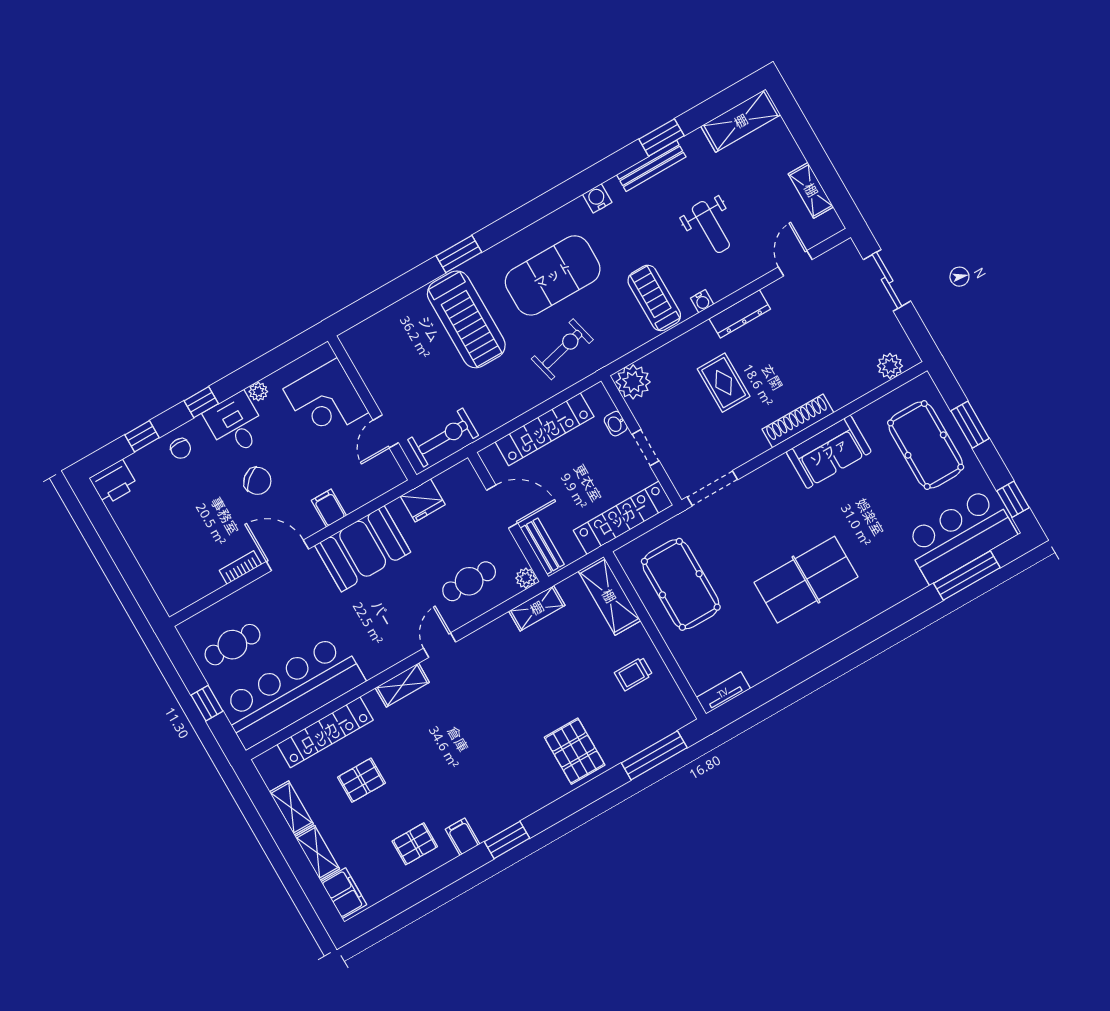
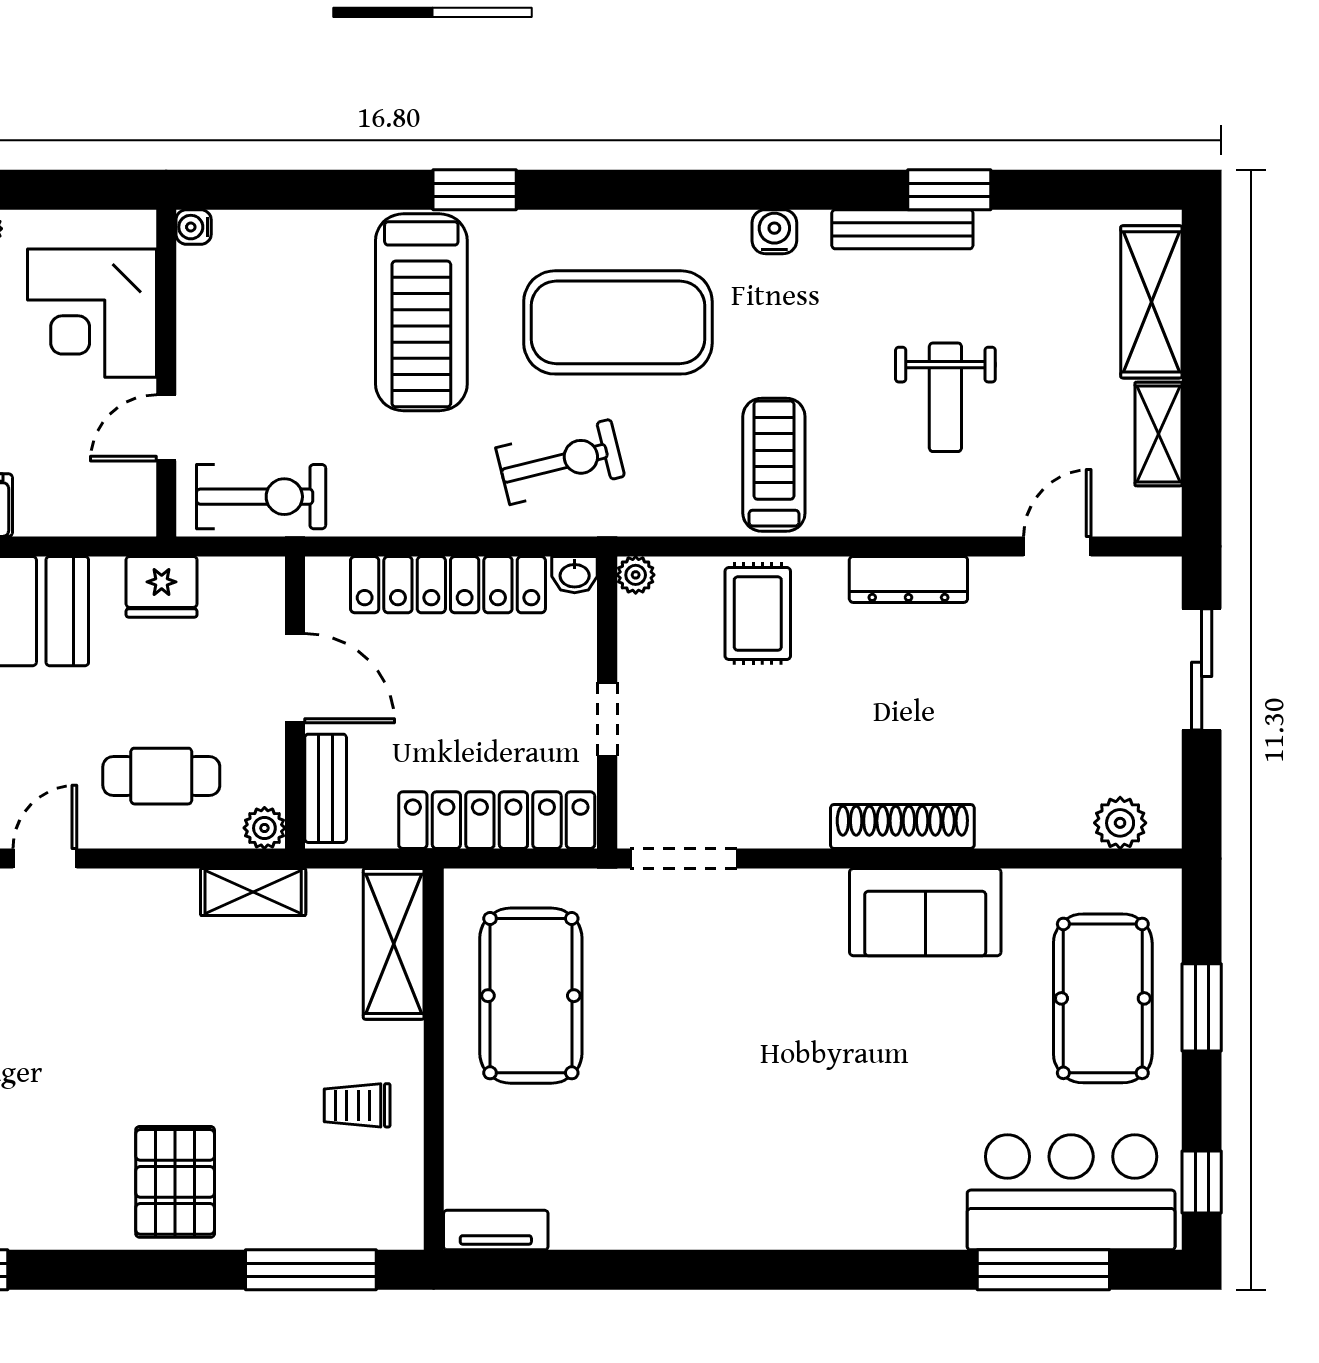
shelving: (741, 121) -> (1151, 302), moved, turned 90
water cooler: (702, 301) -> (194, 227), moved, turned 90
plant: (633, 382) -> (636, 575), width x0.53, depth x0.53
rug: (724, 383) -> (758, 614), moved
washbasin: (616, 424) -> (575, 575), moved, turned -90
table tennis table: (806, 580) -> (756, 1114), removed

